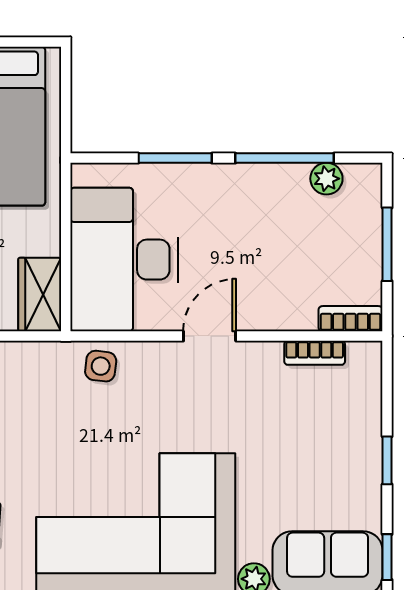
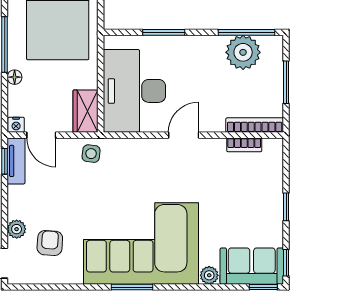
window: (285, 158) -> (247, 32), moved
plant: (326, 179) -> (243, 52), width x1.87, depth x1.87
bookcase: (351, 319) -> (255, 125), width x1.56
side table: (101, 366) -> (91, 154), moved

